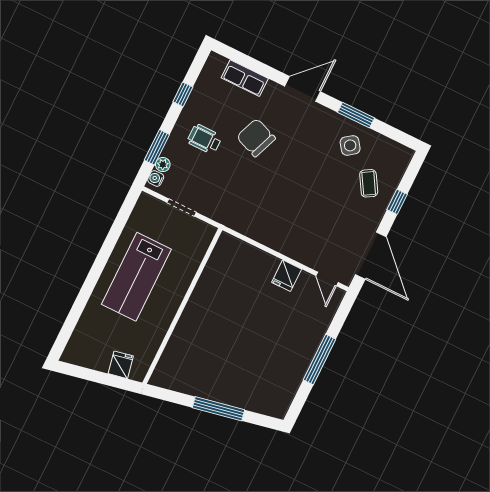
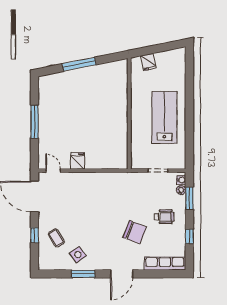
row of seats: (245, 78) -> (165, 264), width x1.48

